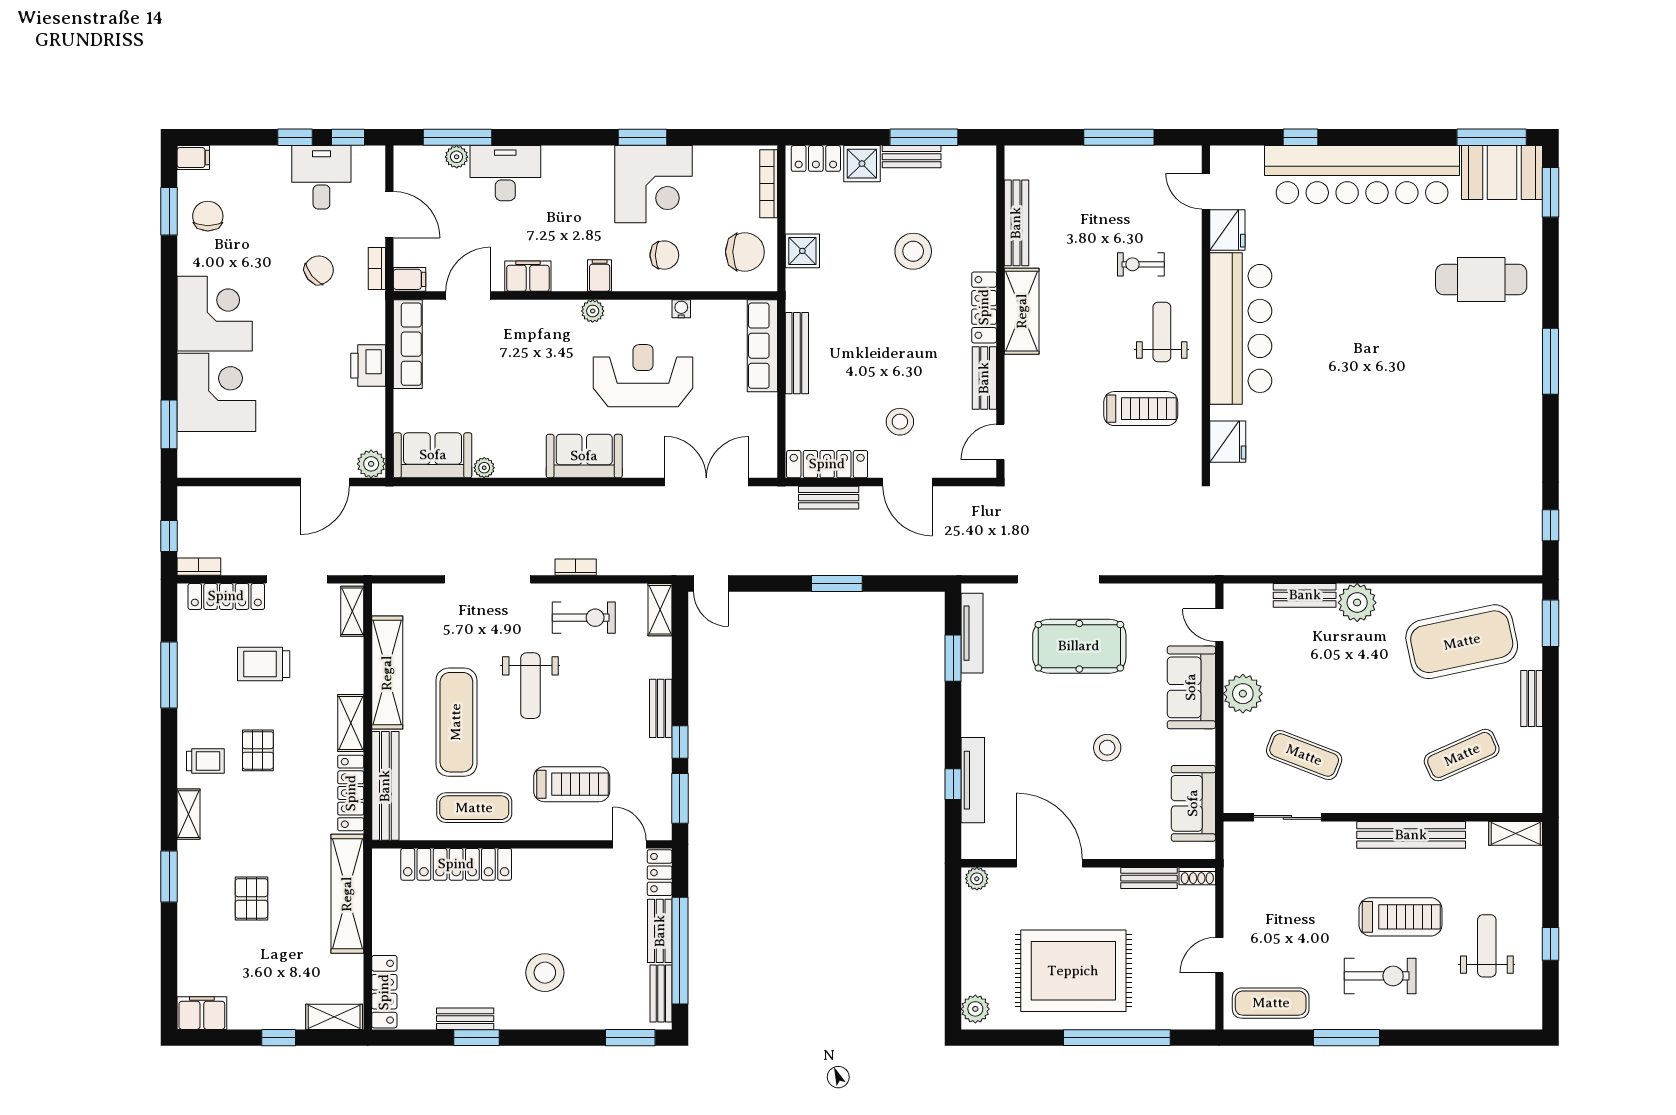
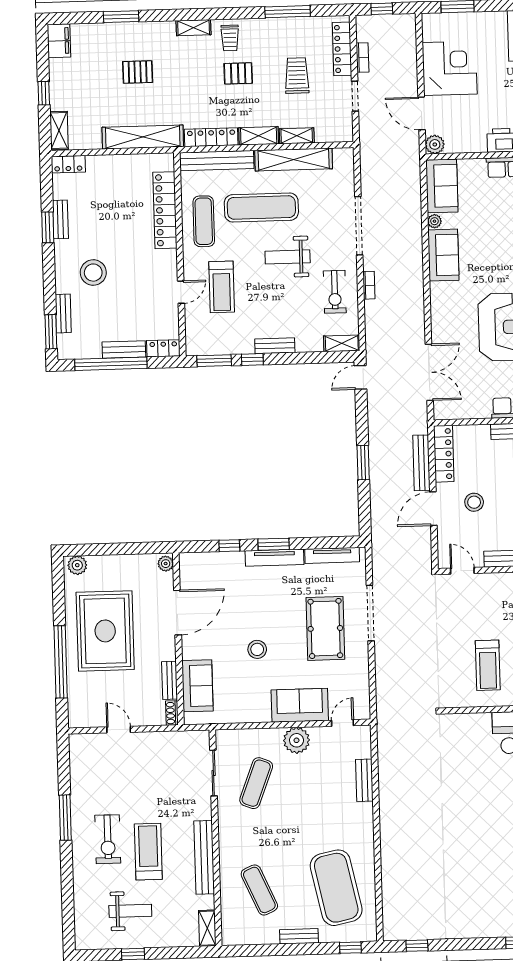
corner desk: (216, 392) -> (450, 68), moved, turned -90
fridge: (1228, 442) -> (467, 725), removed
sofa: (584, 456) -> (443, 255), moved
bench: (829, 498) -> (421, 463), width x1.36
bookcase: (199, 567) -> (362, 57), moved
doorway: (297, 579) -> (355, 96), width x0.73
plant: (1357, 603) -> (361, 816), removed
shelving: (352, 611) -> (297, 136), moved
window: (1551, 623) -> (350, 948), width x0.67
window: (953, 658) -> (274, 544), moved
tv unit: (973, 780) -> (274, 558), moved
sofa: (1193, 803) -> (197, 686), moved, turned 90
door: (630, 844) -> (181, 292), moved
window: (169, 877) -> (121, 17), moved
treadmill: (1400, 917) -> (148, 852), turned 180
locker: (384, 992) -> (68, 164), width x0.66
bench: (661, 993) -> (63, 314), moved, turned 90
exercise mat: (1271, 1003) -> (87, 765), removed

